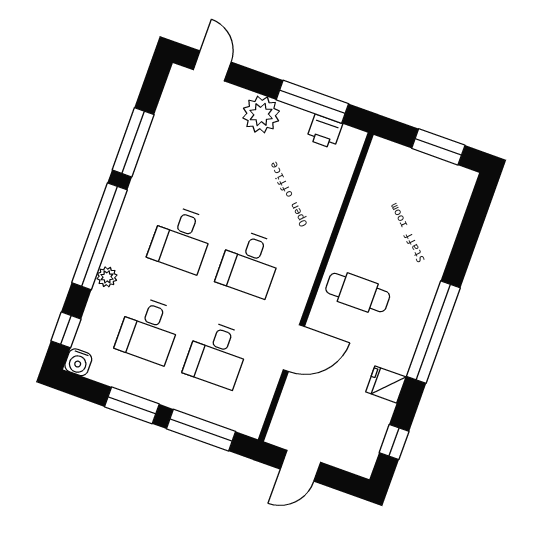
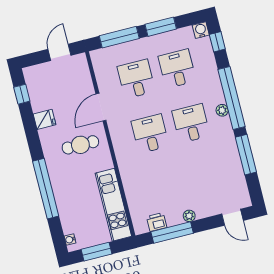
plant: (261, 114) -> (189, 216), width x0.53, depth x0.53
water cooler: (464, 189) -> (70, 240), added
kitchen unit: (369, 197) -> (113, 205), added
plant: (107, 277) -> (222, 110), moved
cafe table: (358, 293) -> (80, 145), moved
window: (433, 332) -> (46, 189), moved

